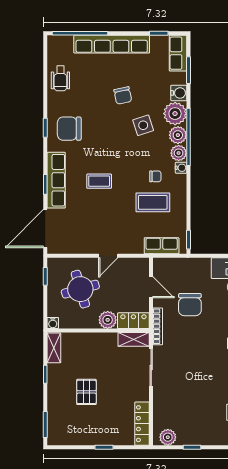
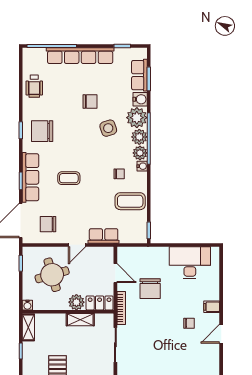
row of seats: (178, 53) -> (139, 75), moved
chair: (123, 95) -> (90, 102), turned -78
coffee table: (153, 202) -> (130, 201), moved
chair: (76, 233) -> (48, 224), added
row of seats: (162, 246) -> (104, 236), moved
shelving: (134, 339) -> (80, 320), moved

